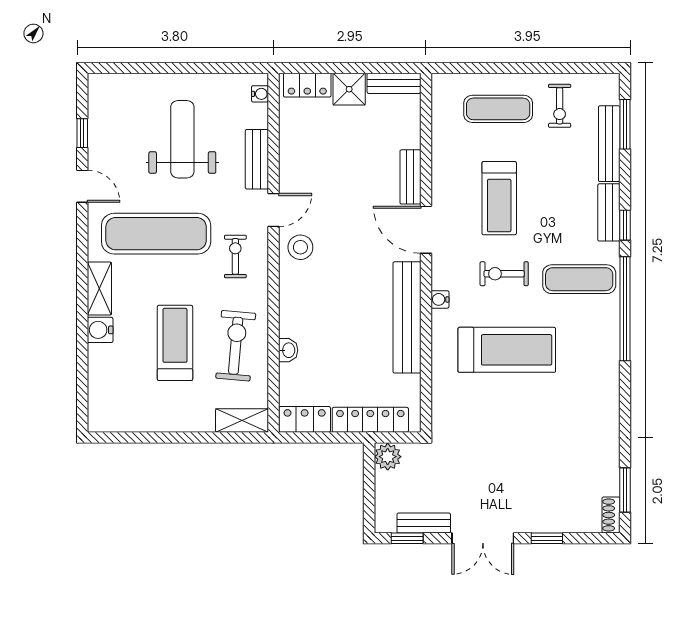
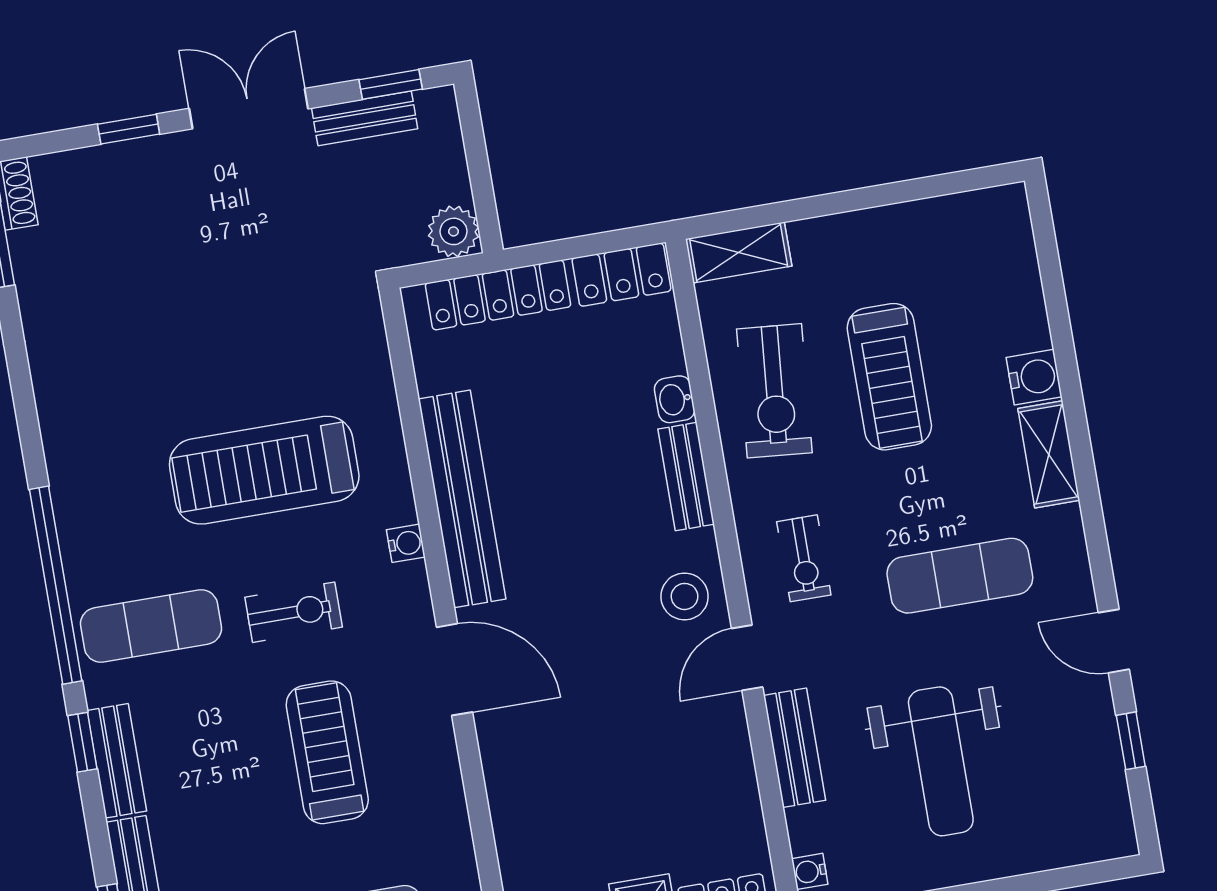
bench: (410, 177) -> (686, 477), moved
exercise mat: (156, 234) -> (960, 576), width x0.73, depth x0.69

